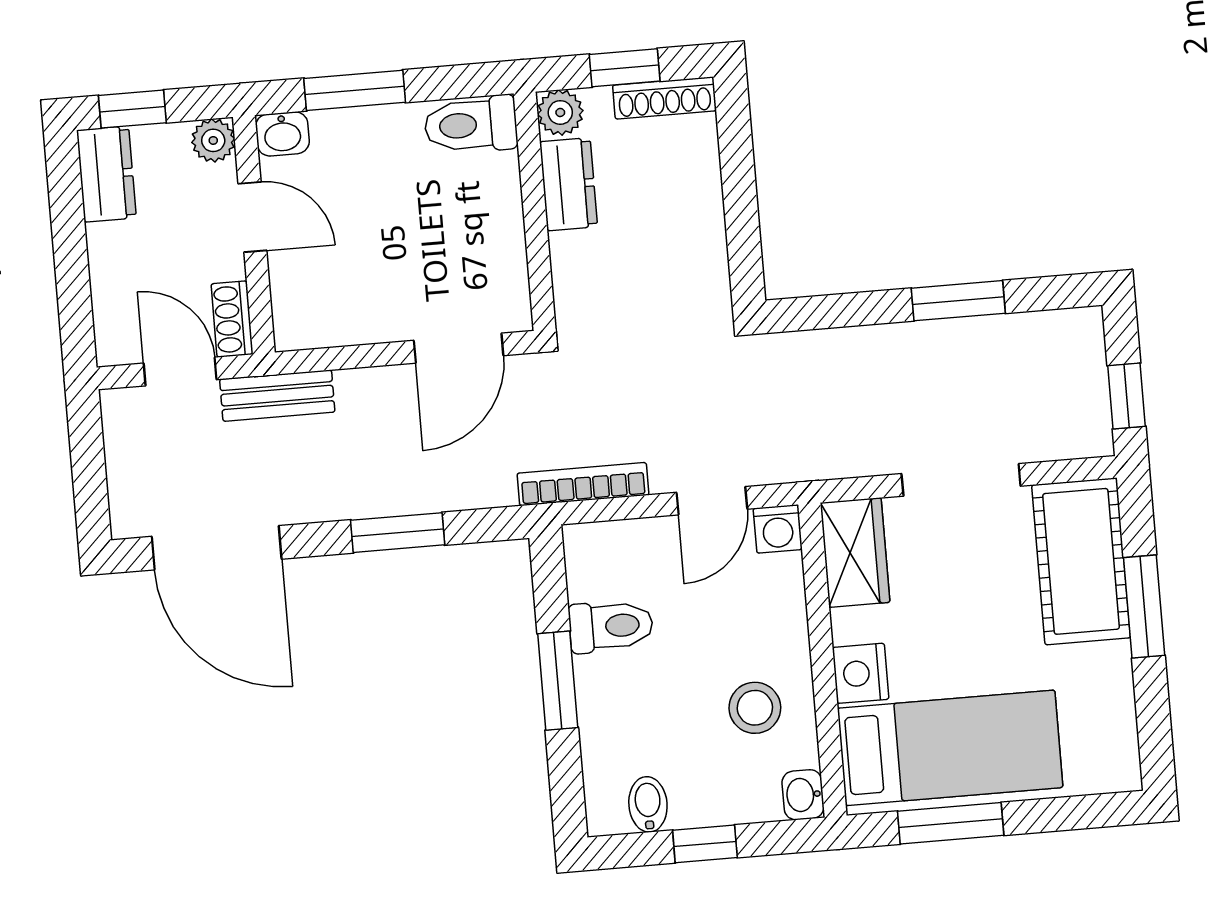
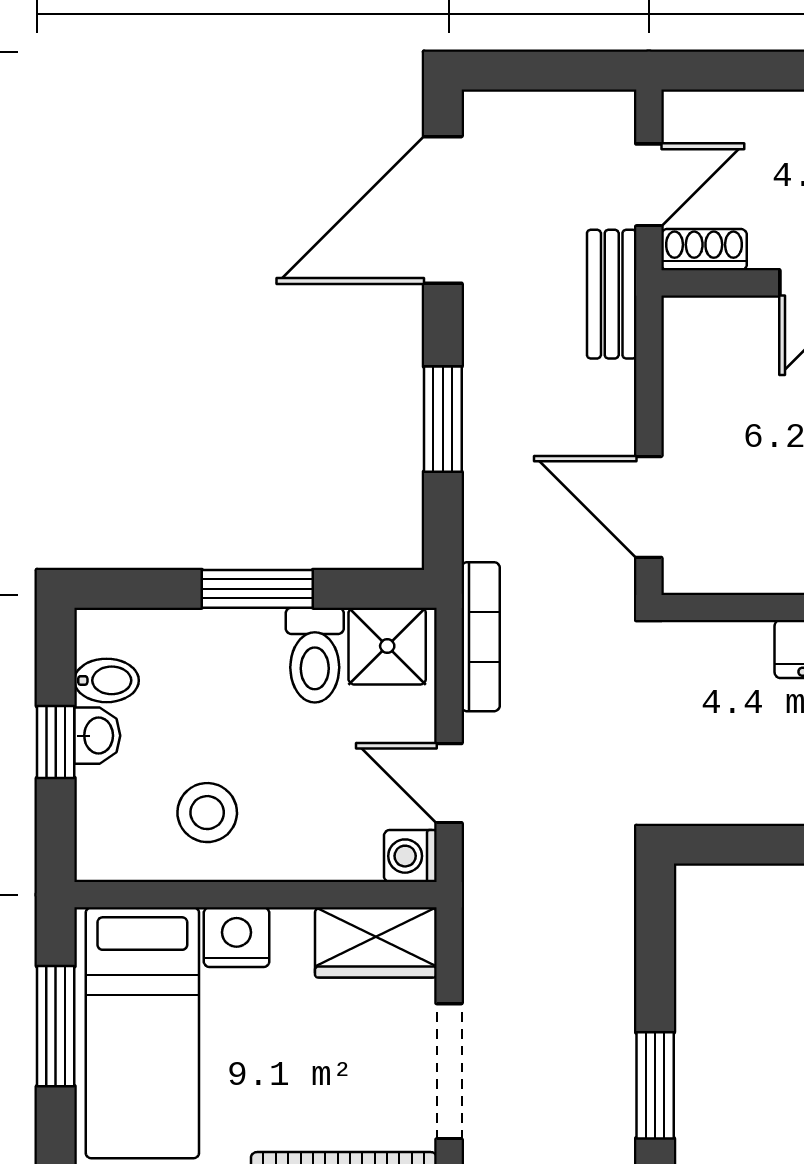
shower: (598, 564) -> (387, 646), added
washbasin: (803, 795) -> (97, 736), moved, turned 90

